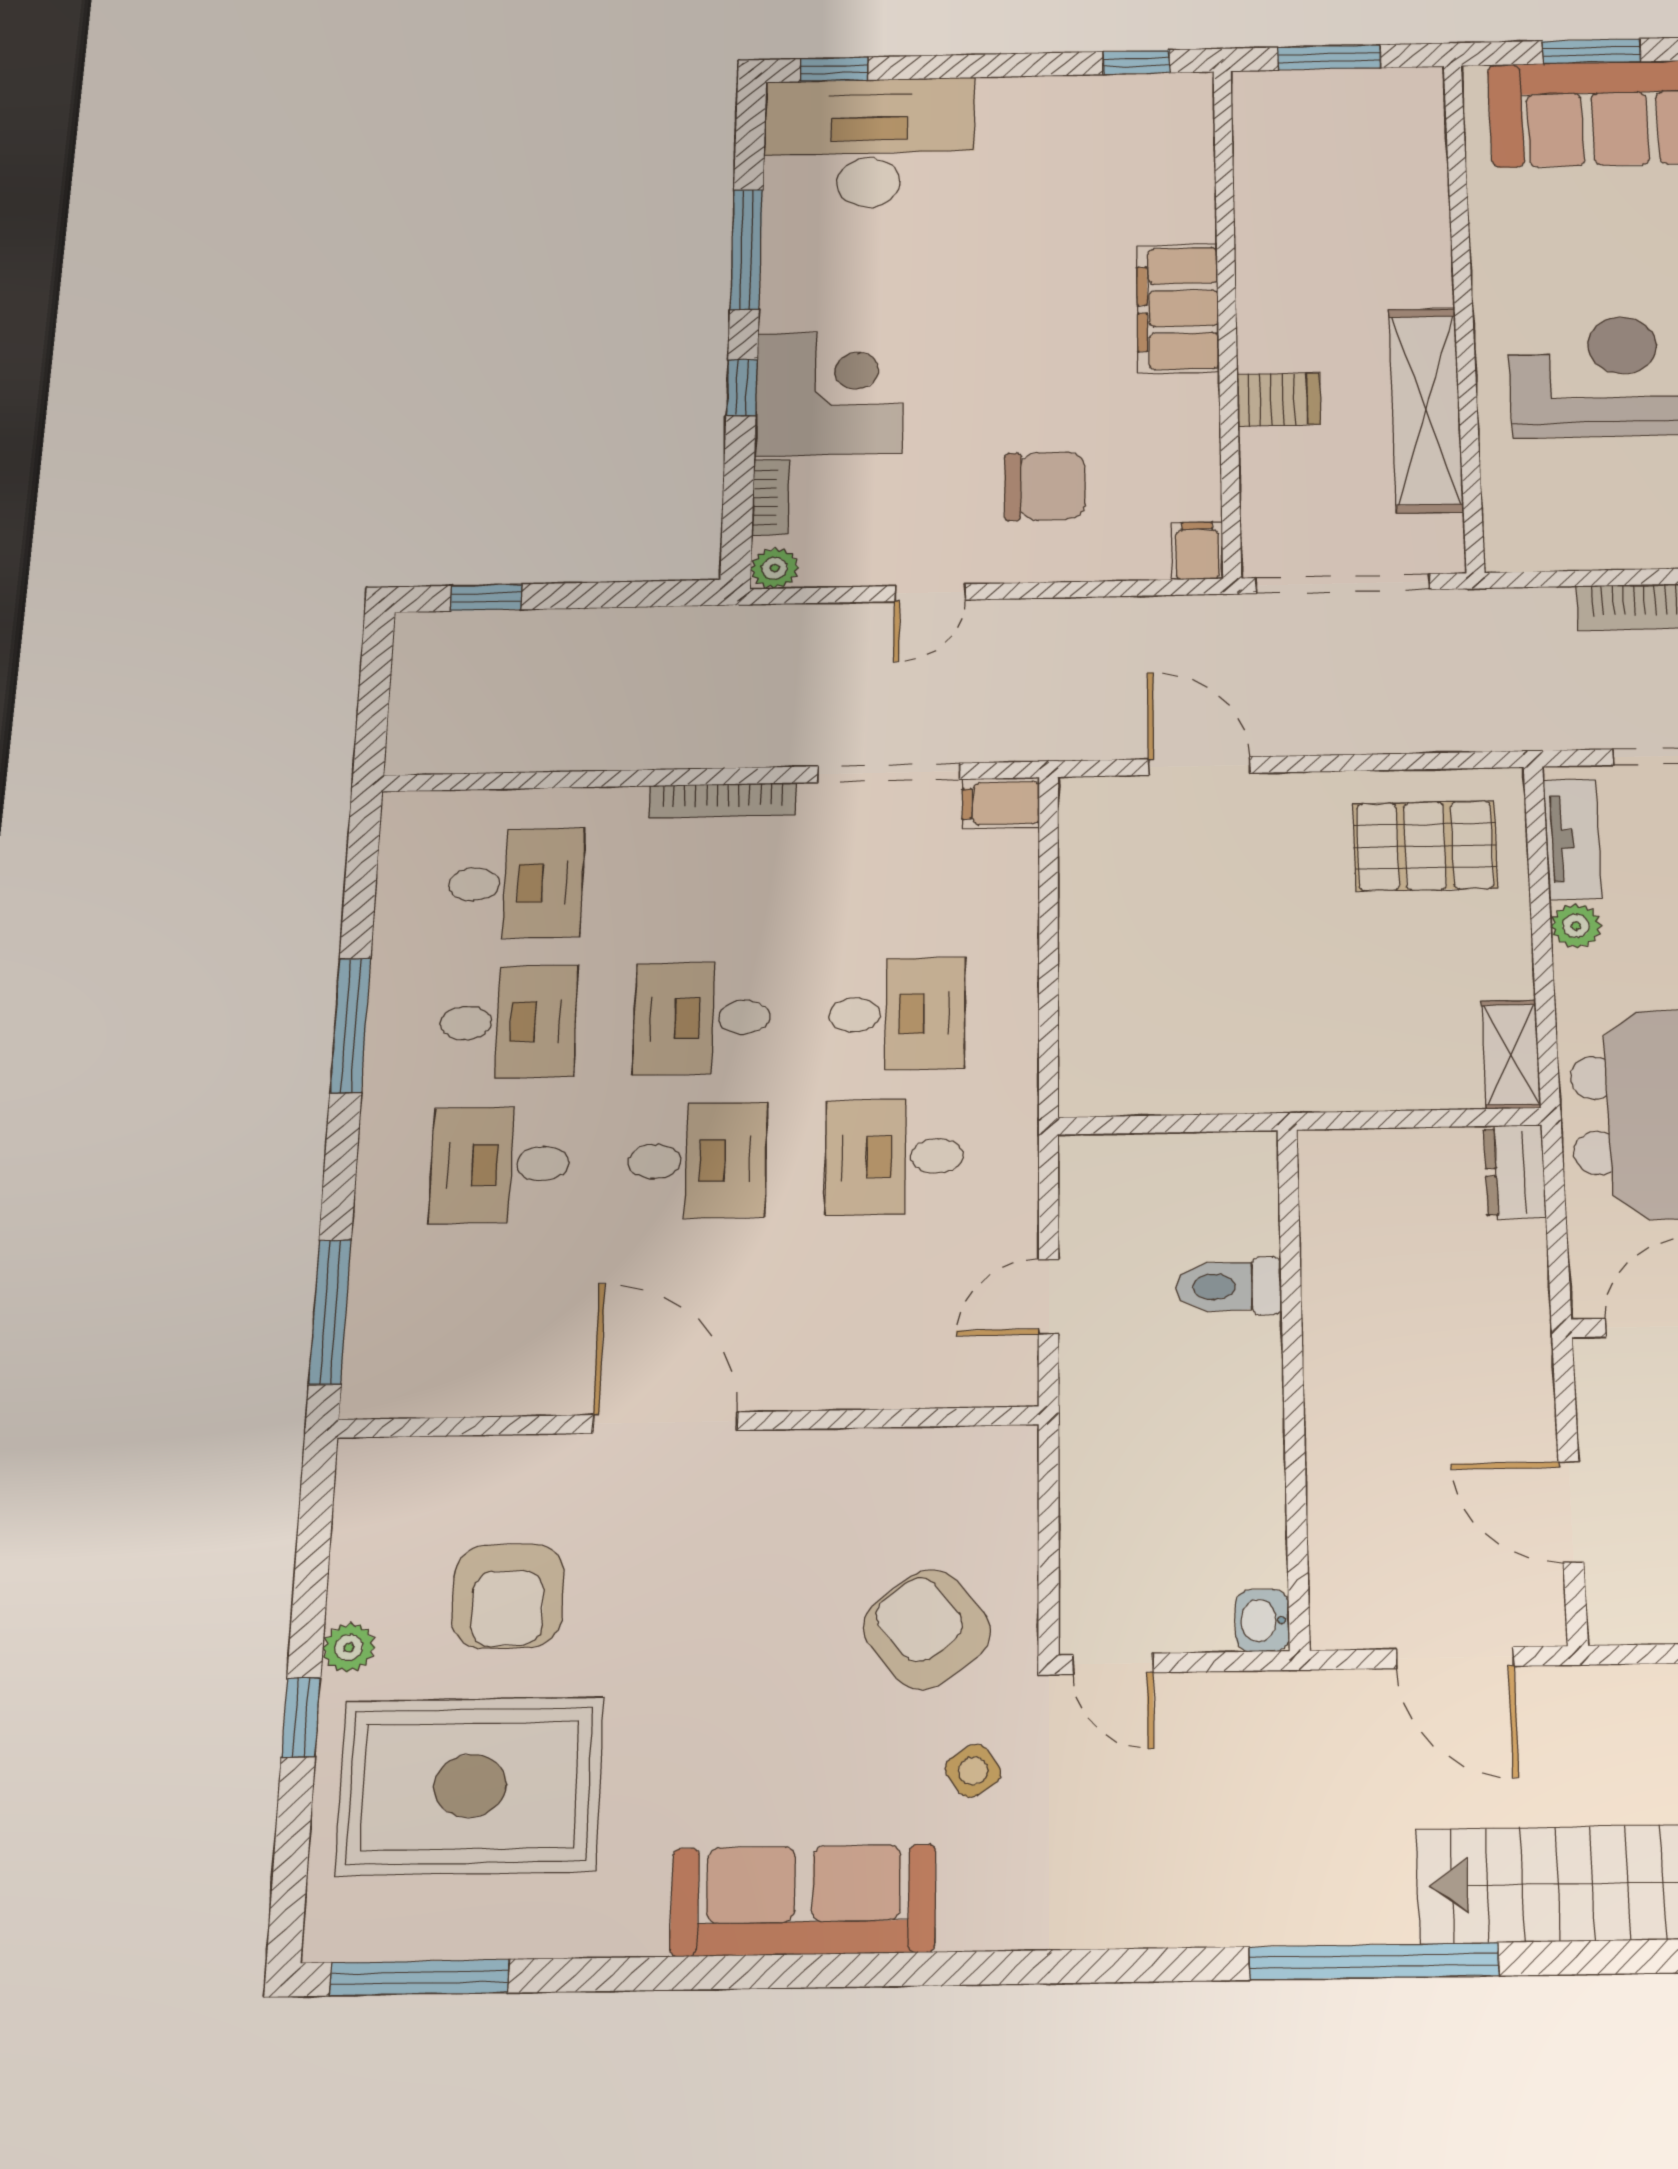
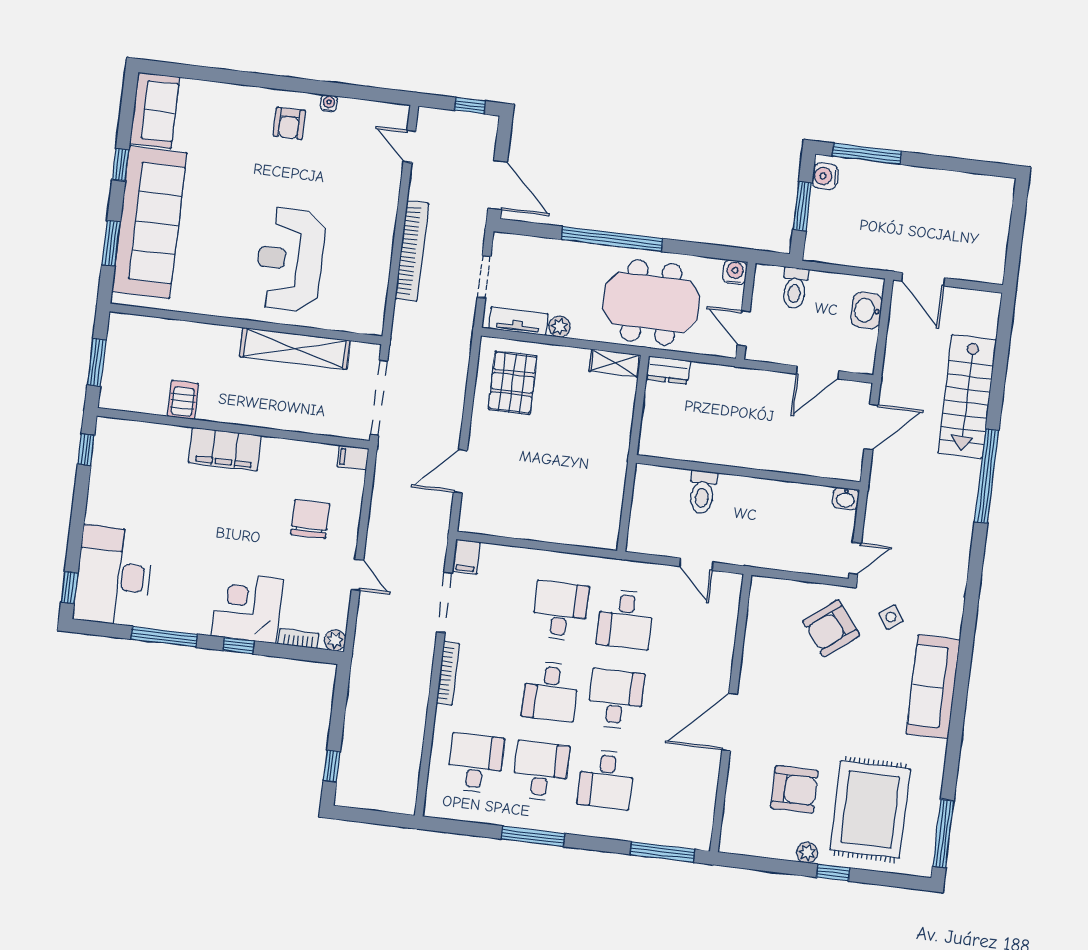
server rack: (1279, 399) -> (183, 400), moved

